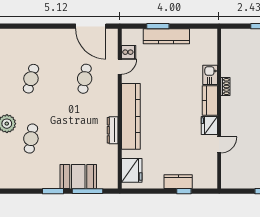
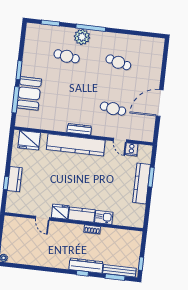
door: (91, 26) -> (160, 103), moved
dresser: (113, 130) -> (79, 129), moved

